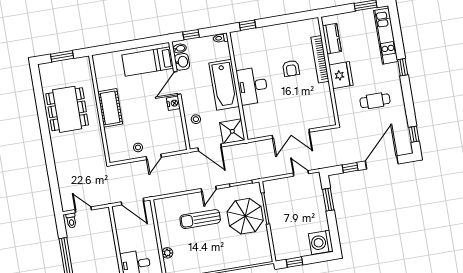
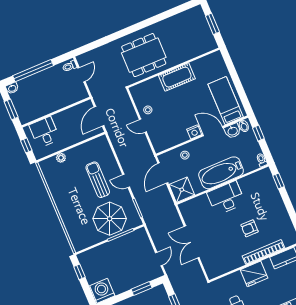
dining table: (67, 109) -> (144, 55), moved

